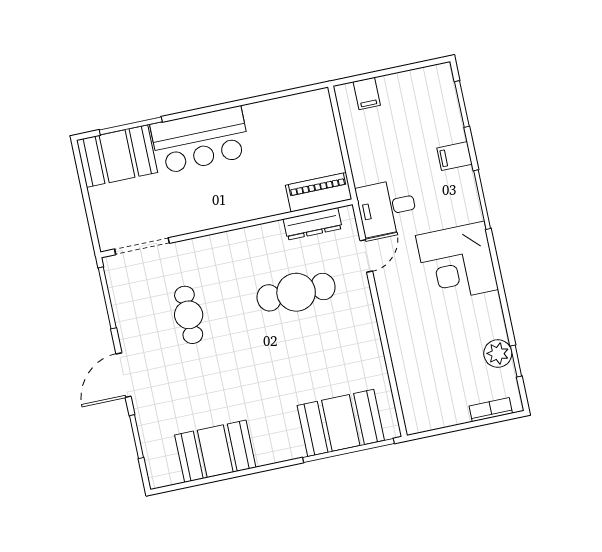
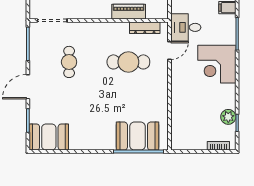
piano: (319, 192) -> (129, 12), moved
booth: (215, 451) -> (49, 137), moved

